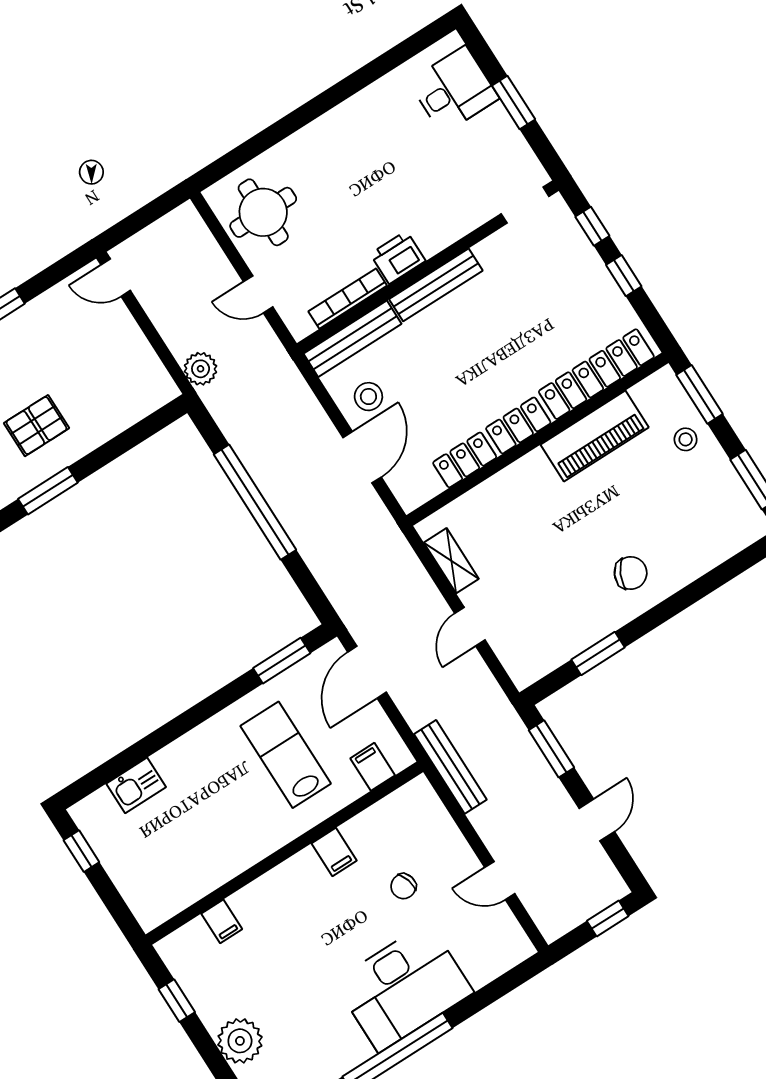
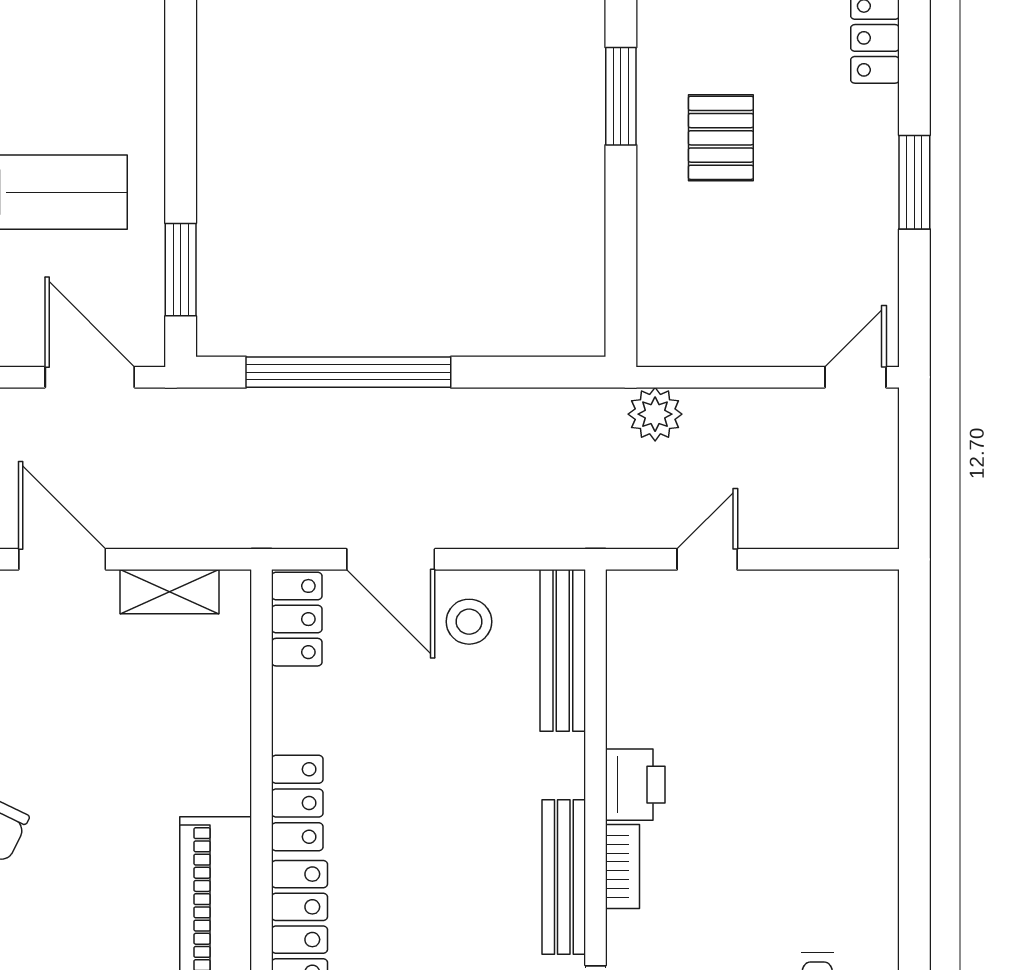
round table: (263, 212) -> (816, 638), removed
bench: (436, 285) -> (564, 877), moved
bookcase: (348, 299) -> (623, 866), moved, width x0.64
locker: (465, 460) -> (297, 619), moved
window: (255, 502) -> (348, 372), moved
door: (470, 627) -> (62, 559), width x1.38

